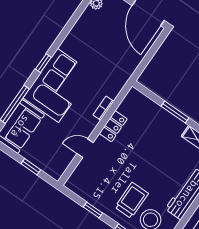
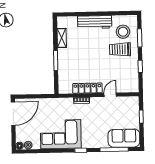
corner sofa: (58, 85) -> (61, 134), moved
locker: (113, 126) -> (87, 88), width x1.53
door: (85, 148) -> (110, 95), swing flipped

